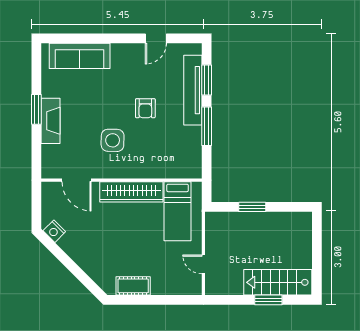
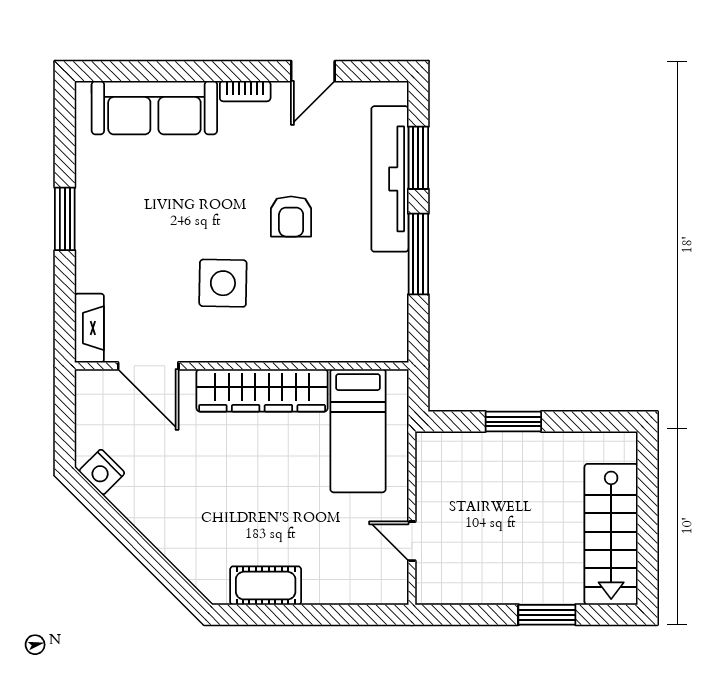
bookcase: (123, 48) -> (245, 91), added
fireplace: (51, 121) -> (89, 328), moved, width x0.73, depth x0.76
stairs: (278, 282) -> (611, 534), moved, turned -90

